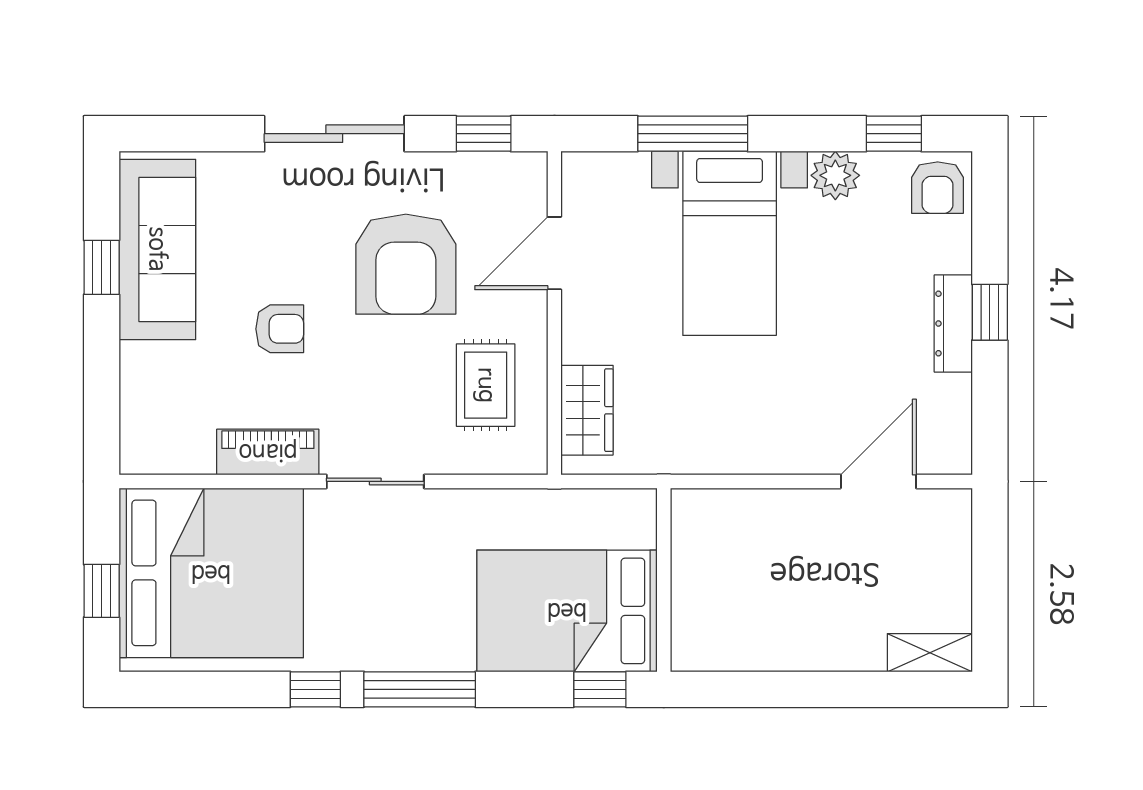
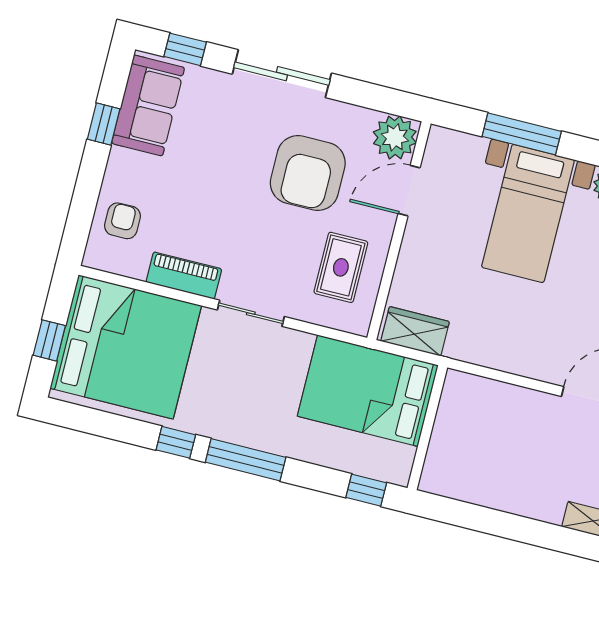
window: (484, 134) -> (185, 49), moved
plant: (516, 183) -> (395, 137), added
sofa: (157, 249) -> (148, 105), width x0.73
armchair: (280, 329) -> (122, 221), moved, turned -90
wardrobe: (587, 410) -> (415, 331), moved, turned -90
bed: (567, 611) -> (368, 391), moved

